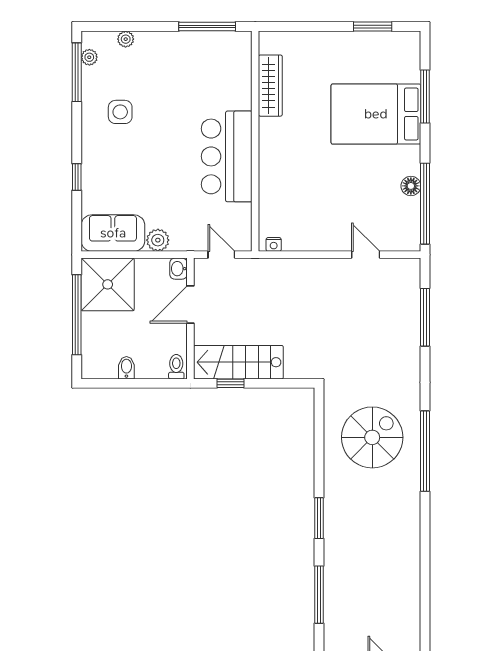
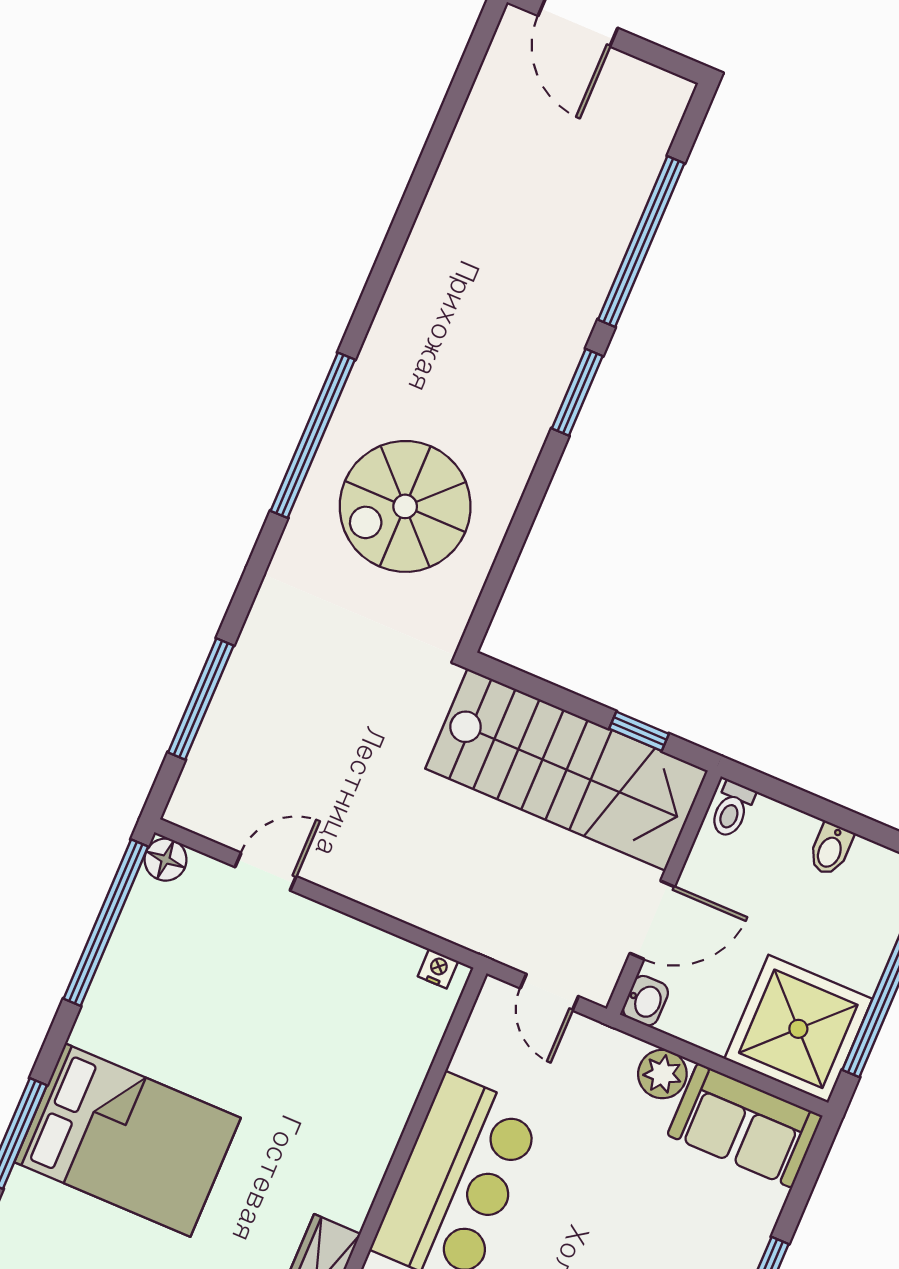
floor lamp: (411, 186) -> (165, 860), moved
door: (366, 255) -> (266, 872), swing flipped
stairs: (238, 362) -> (567, 770), width x1.36, depth x1.51
window: (319, 595) -> (641, 241), width x1.46

